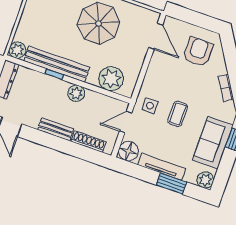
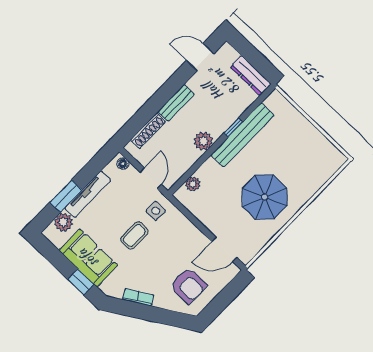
plant: (17, 50) -> (275, 101), removed
plant: (111, 79) -> (193, 184), width x0.53, depth x0.53
coffee table: (178, 114) -> (134, 235), turned 90
floor lamp: (128, 151) -> (123, 164), width x0.53, depth x0.53
plant: (205, 180) -> (63, 222), moved

